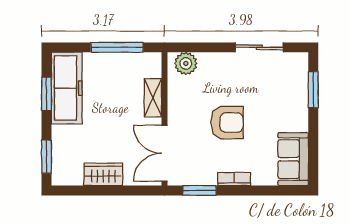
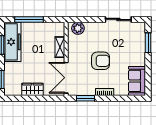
window: (117, 47) -> (29, 19), moved

